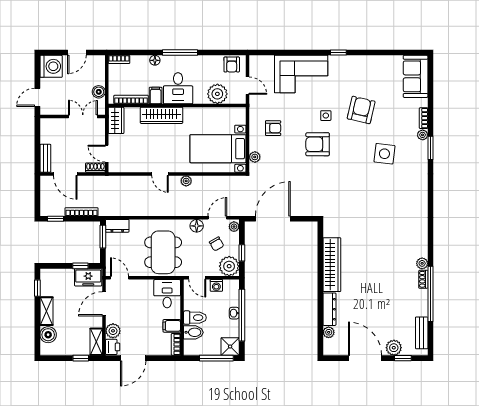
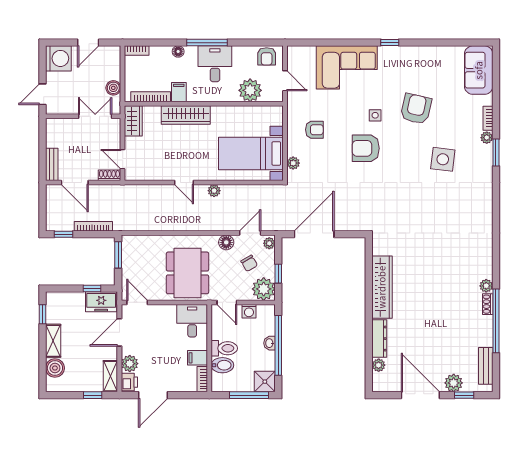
desk: (178, 88) -> (215, 64), moved, turned 180
dresser: (117, 226) -> (135, 242), removed

